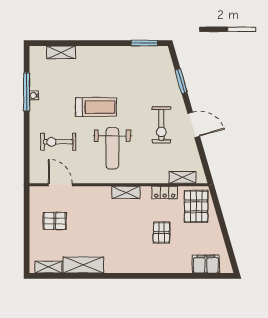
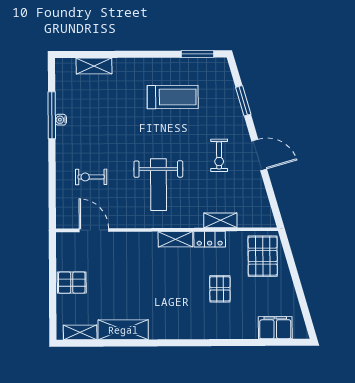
treadmill: (96, 107) -> (173, 97), moved
exercise bike: (161, 125) -> (219, 155), width x0.73, depth x0.72
exercise bike: (58, 142) -> (91, 177), width x0.73, depth x0.72
shelving: (182, 177) -> (220, 220), moved
locker: (165, 192) -> (210, 239), moved
pallet: (55, 221) -> (72, 283), moved

